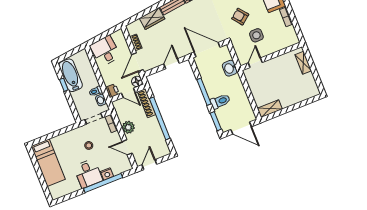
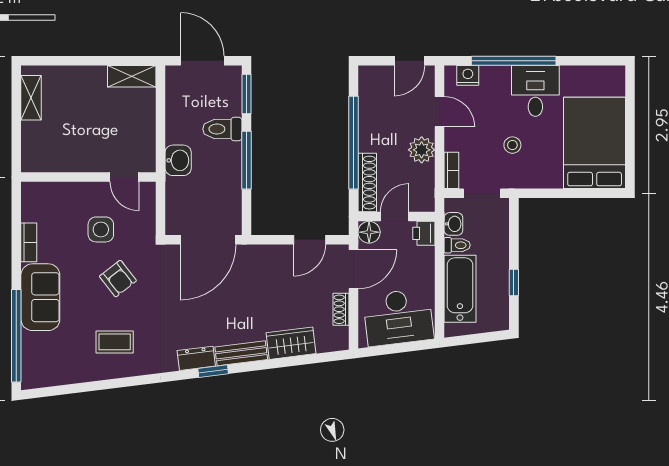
door: (207, 50) -> (208, 240), hinge flipped
desk: (105, 51) -> (398, 317), width x1.37
door: (255, 63) -> (124, 177), hinge flipped
shelving: (303, 63) -> (31, 98), moved
door: (172, 64) -> (310, 240), moved
washbasin: (230, 68) -> (178, 160), moved
bathtub: (71, 75) -> (460, 289), moved, turned 180
door: (128, 93) -> (395, 217), hinge flipped
bed: (48, 163) -> (595, 143), width x1.50
nightstand: (107, 174) -> (468, 75), moved

